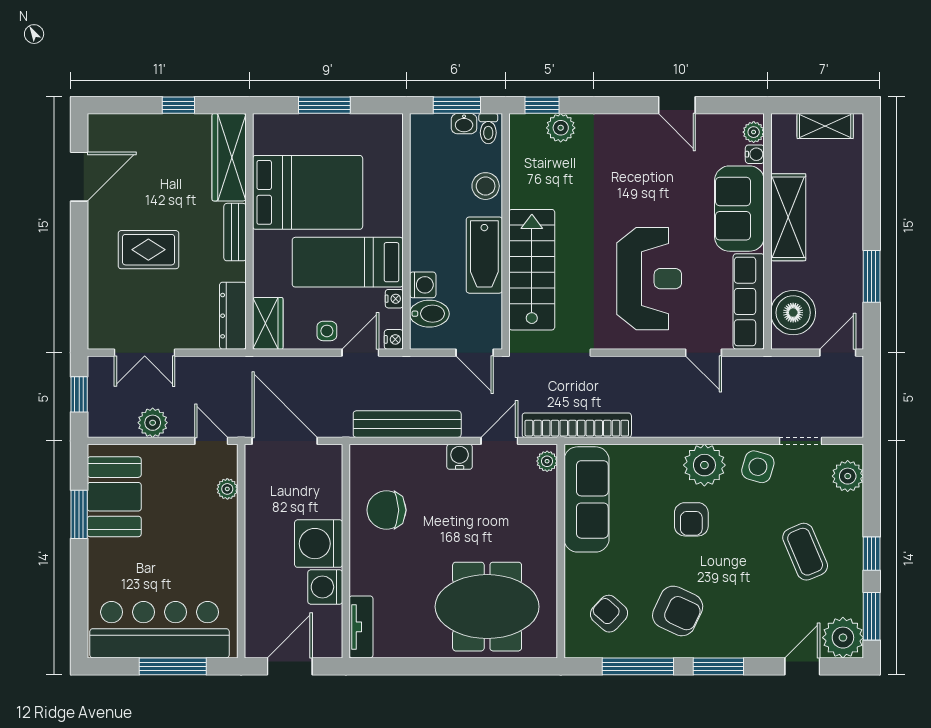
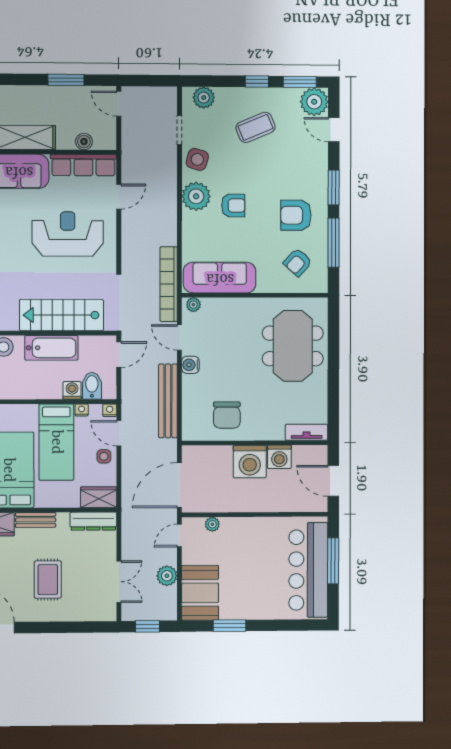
boiler: (793, 313) -> (84, 142), width x0.54, depth x0.54
booth: (114, 497) -> (200, 593), moved, turned 90
armchair: (678, 611) -> (296, 215), turned -115

